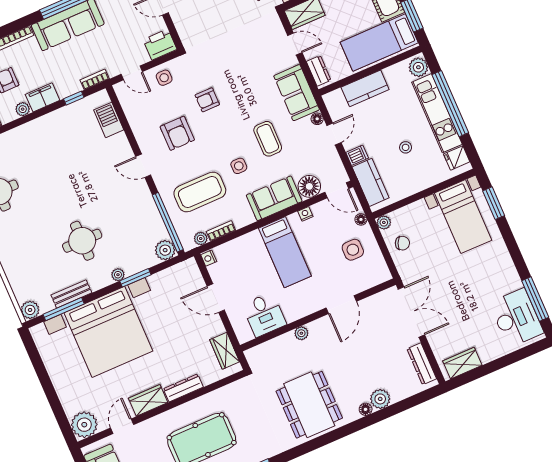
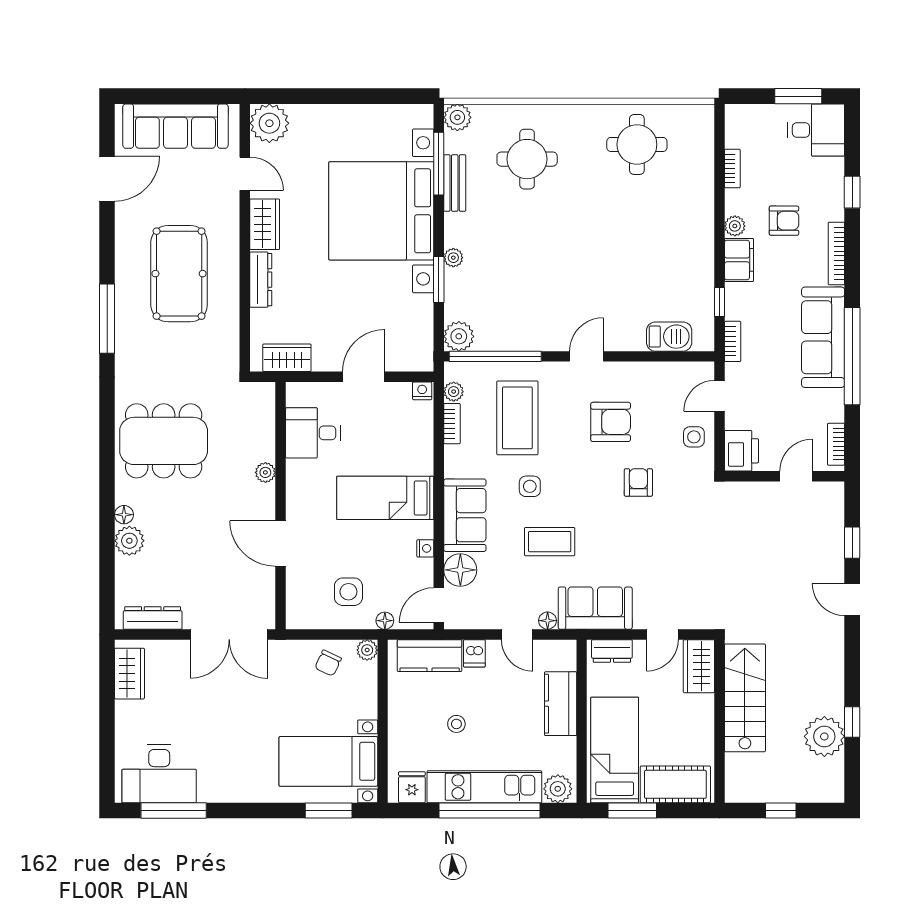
armchair: (177, 133) -> (611, 422), turned 180
round table: (82, 241) -> (527, 159), moved

